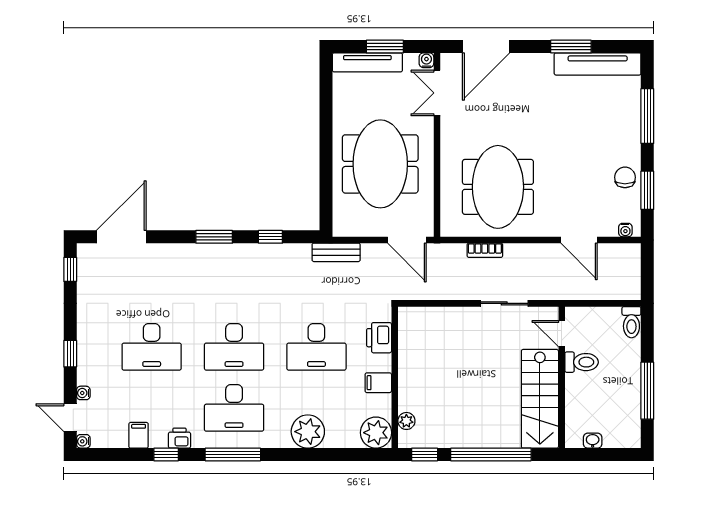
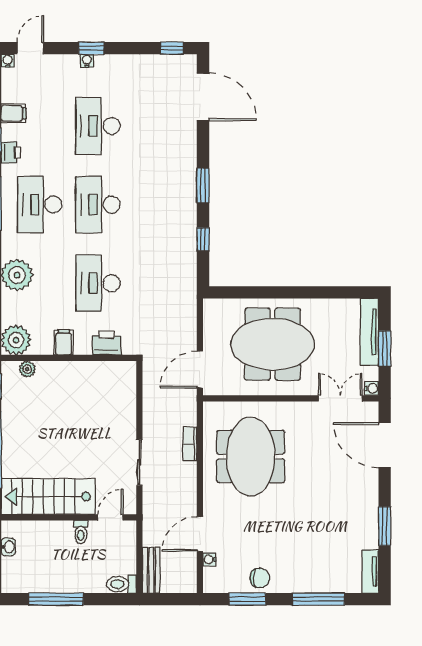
tv unit: (598, 64) -> (370, 572), width x0.52, depth x0.78
meeting table: (498, 187) -> (251, 457), turned 90
water cooler: (625, 230) -> (209, 559), moved
bench: (336, 252) -> (151, 570), moved
toilet: (582, 362) -> (81, 532), width x0.73, depth x0.72
water cooler: (83, 393) -> (87, 61), moved

